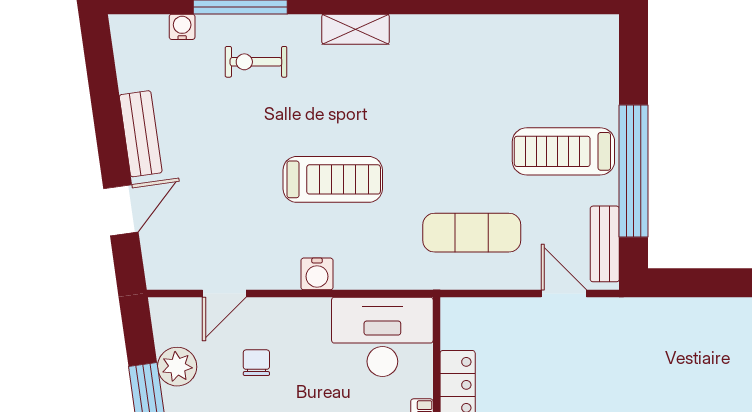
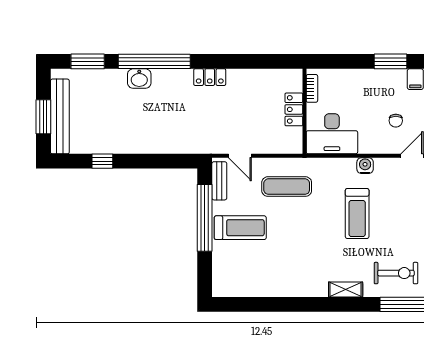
exercise bike: (256, 62) -> (396, 273), width x1.38, depth x1.39
treadmill: (333, 179) -> (357, 213), turned -90

